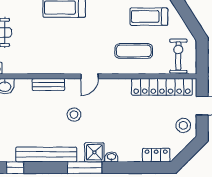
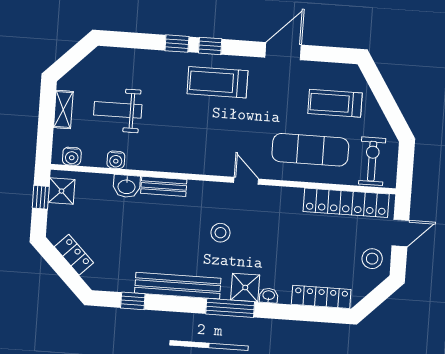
exercise mat: (134, 51) -> (310, 150), width x1.36, depth x1.45
door: (90, 76) -> (246, 181), swing flipped
bench: (48, 84) -> (164, 186), moved
locker: (156, 155) -> (321, 297), width x1.53

